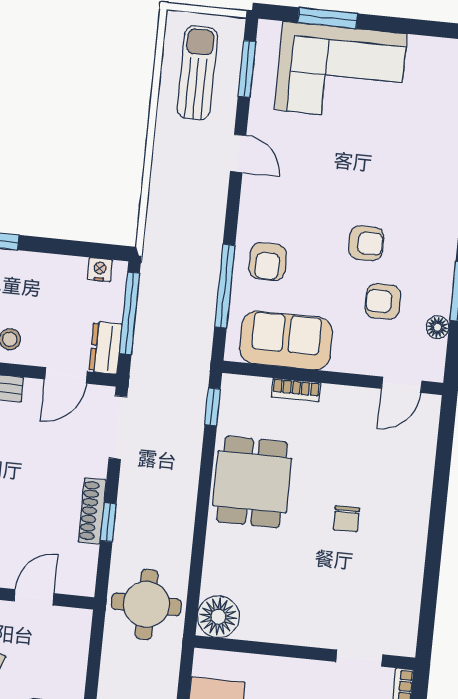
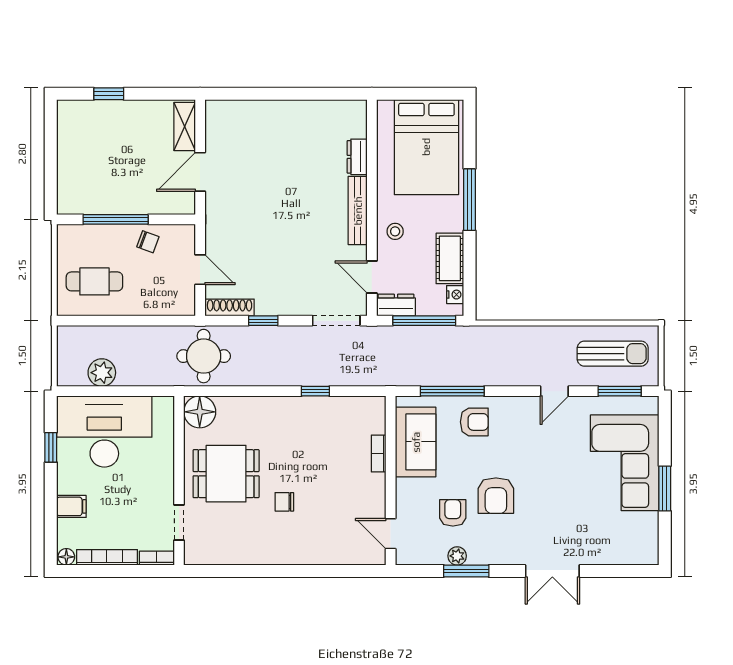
window: (328, 18) -> (665, 489), moved
armchair: (366, 243) -> (496, 496), width x1.38, depth x1.38
armchair: (268, 262) -> (474, 422), turned 180
cot: (52, 272) -> (450, 258), added
plant: (439, 301) -> (457, 556), added
floor lamp: (437, 327) -> (437, 556), removed
window: (213, 407) -> (315, 391), moved
dining table: (252, 482) -> (226, 474), moved
shoe rack: (92, 511) -> (230, 307), moved

